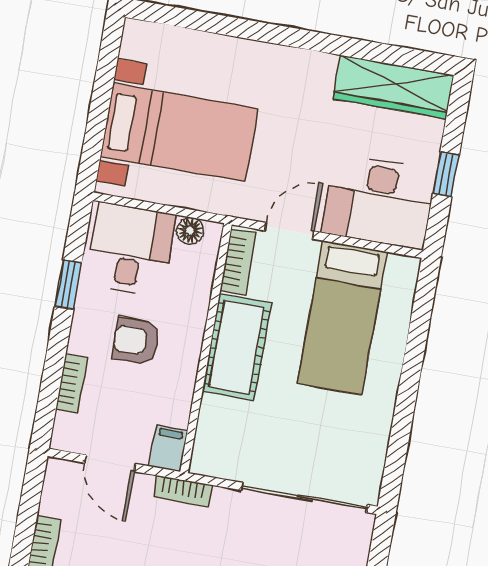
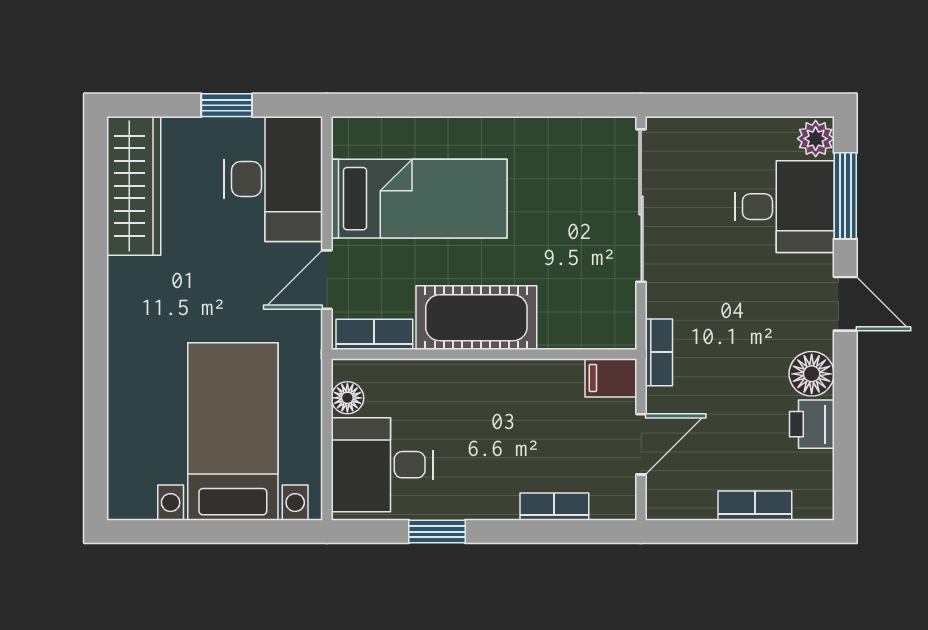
door: (289, 231) -> (327, 280), hinge flipped
armchair: (136, 341) -> (490, 439), removed

